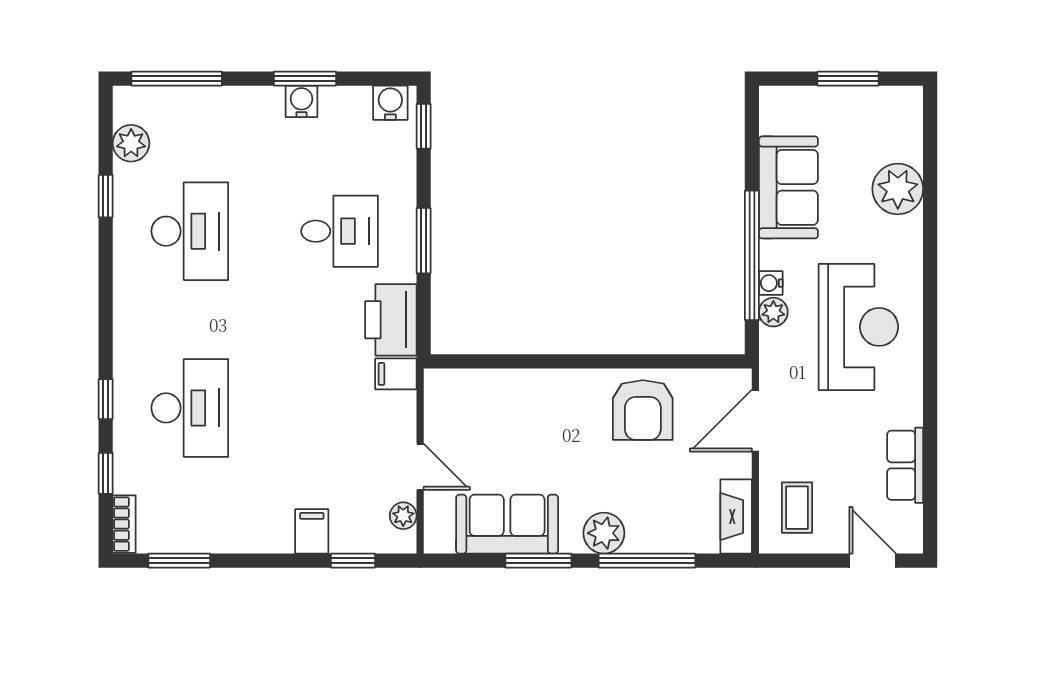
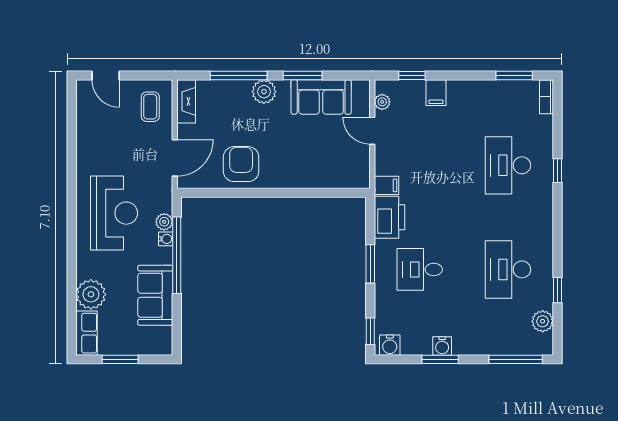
reception desk: (858, 327) -> (114, 213), turned 180
row of seats: (905, 465) -> (87, 333), moved
window: (106, 473) -> (557, 127), removed

